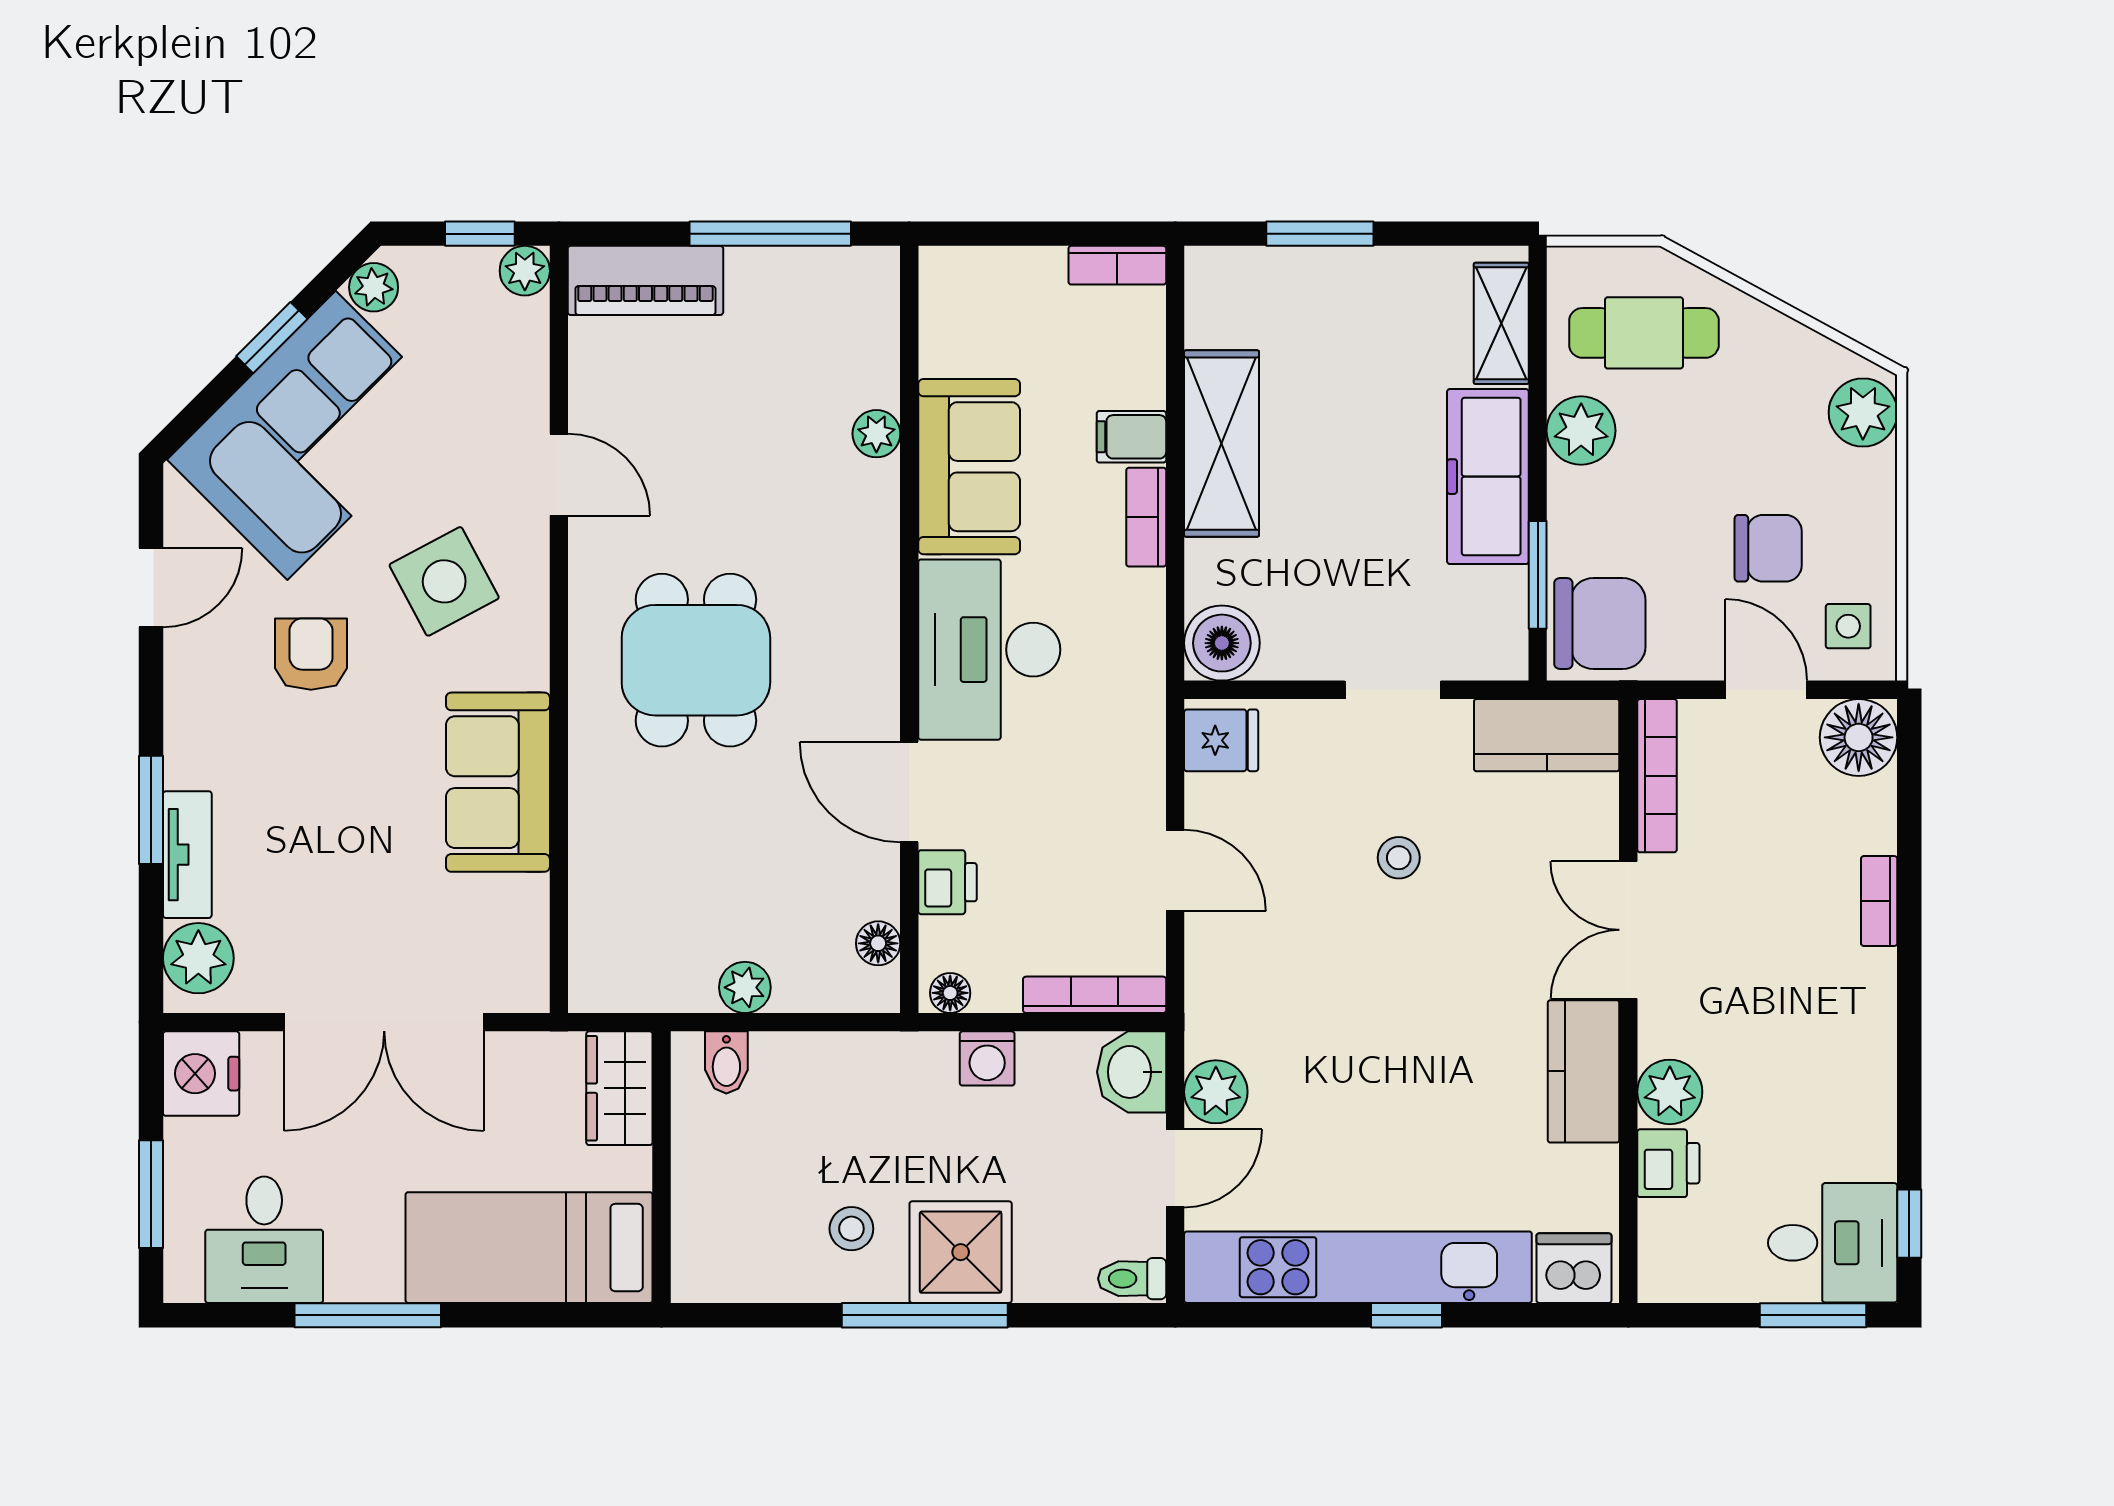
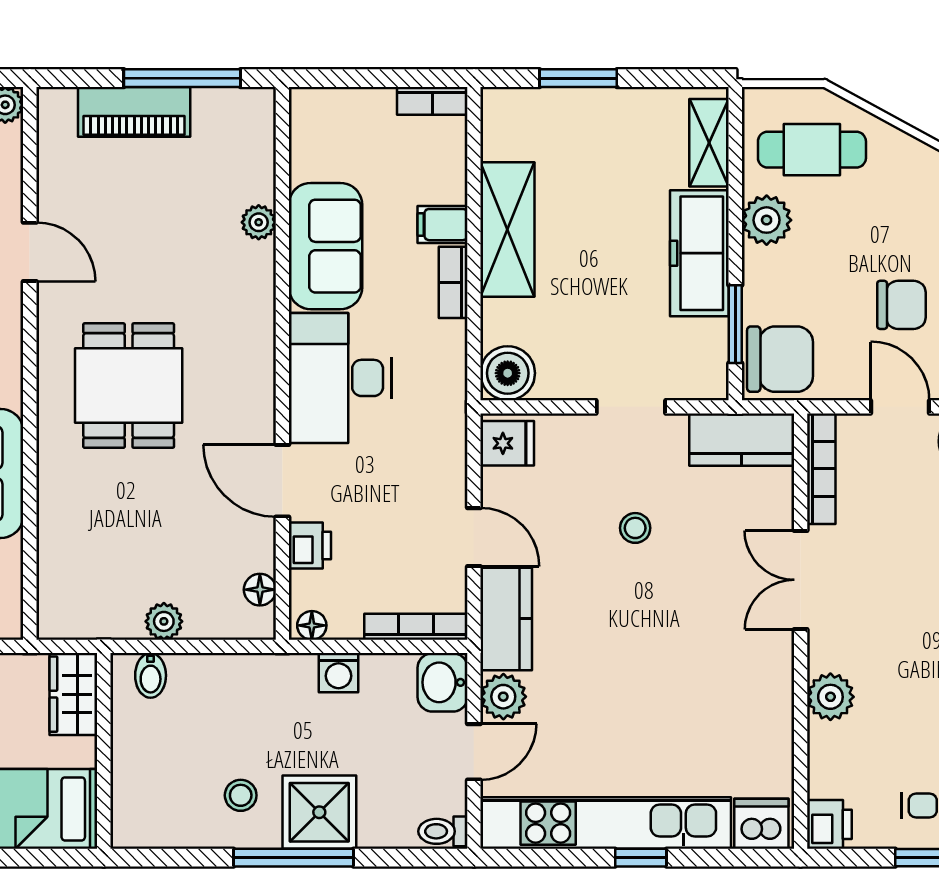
piano: (645, 280) -> (134, 112), moved
kitchen counter: (1584, 1071) -> (506, 619), moved, turned 180
printer: (1668, 1163) -> (829, 824), moved

